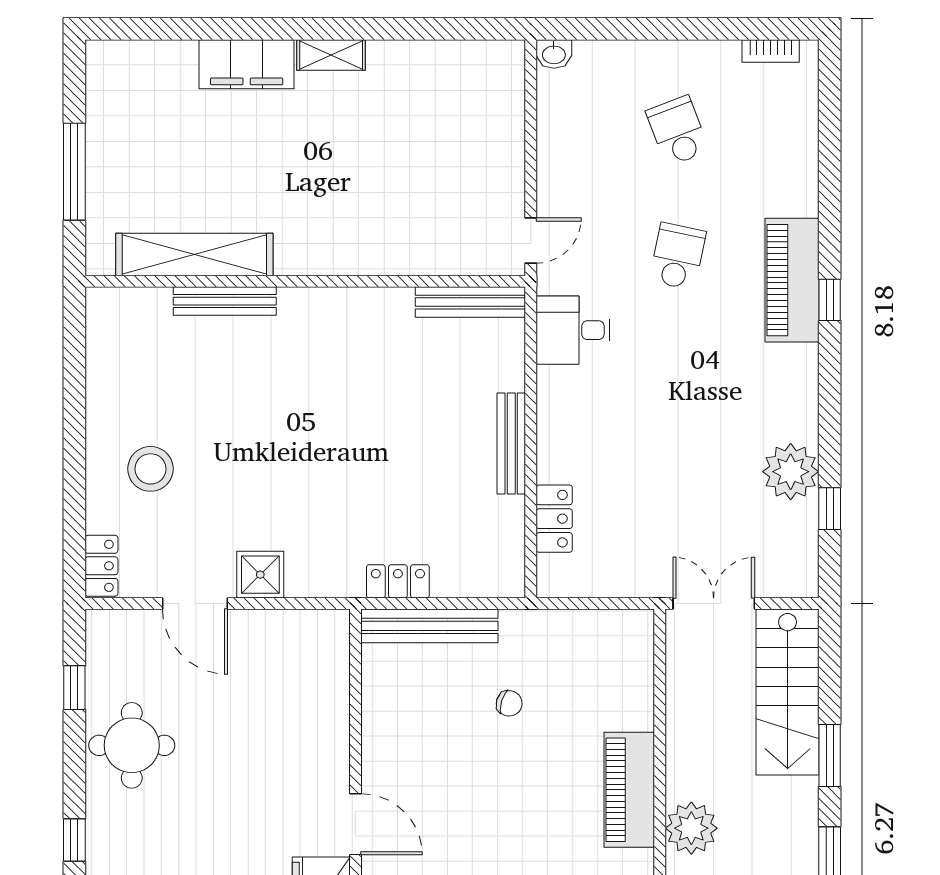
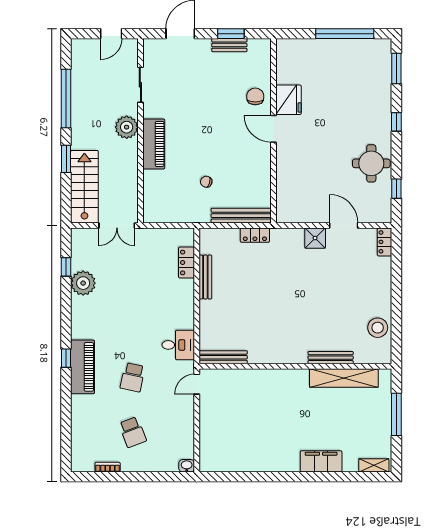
bookcase: (771, 51) -> (108, 467), moved
shelving: (331, 55) -> (374, 465), moved
bench: (511, 444) -> (205, 277), moved
stool: (150, 469) -> (378, 328), moved

